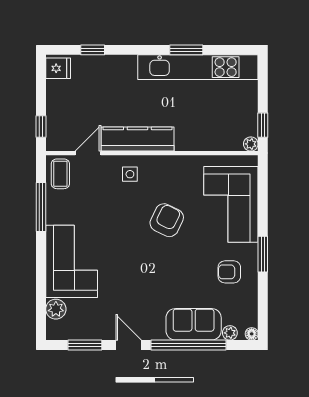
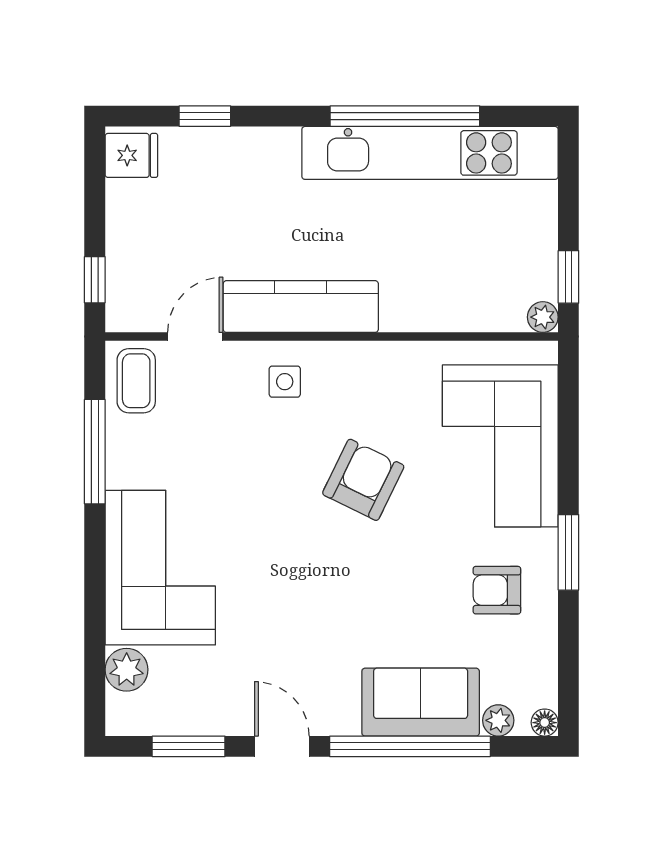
window: (186, 50) -> (405, 116), width x2.11

